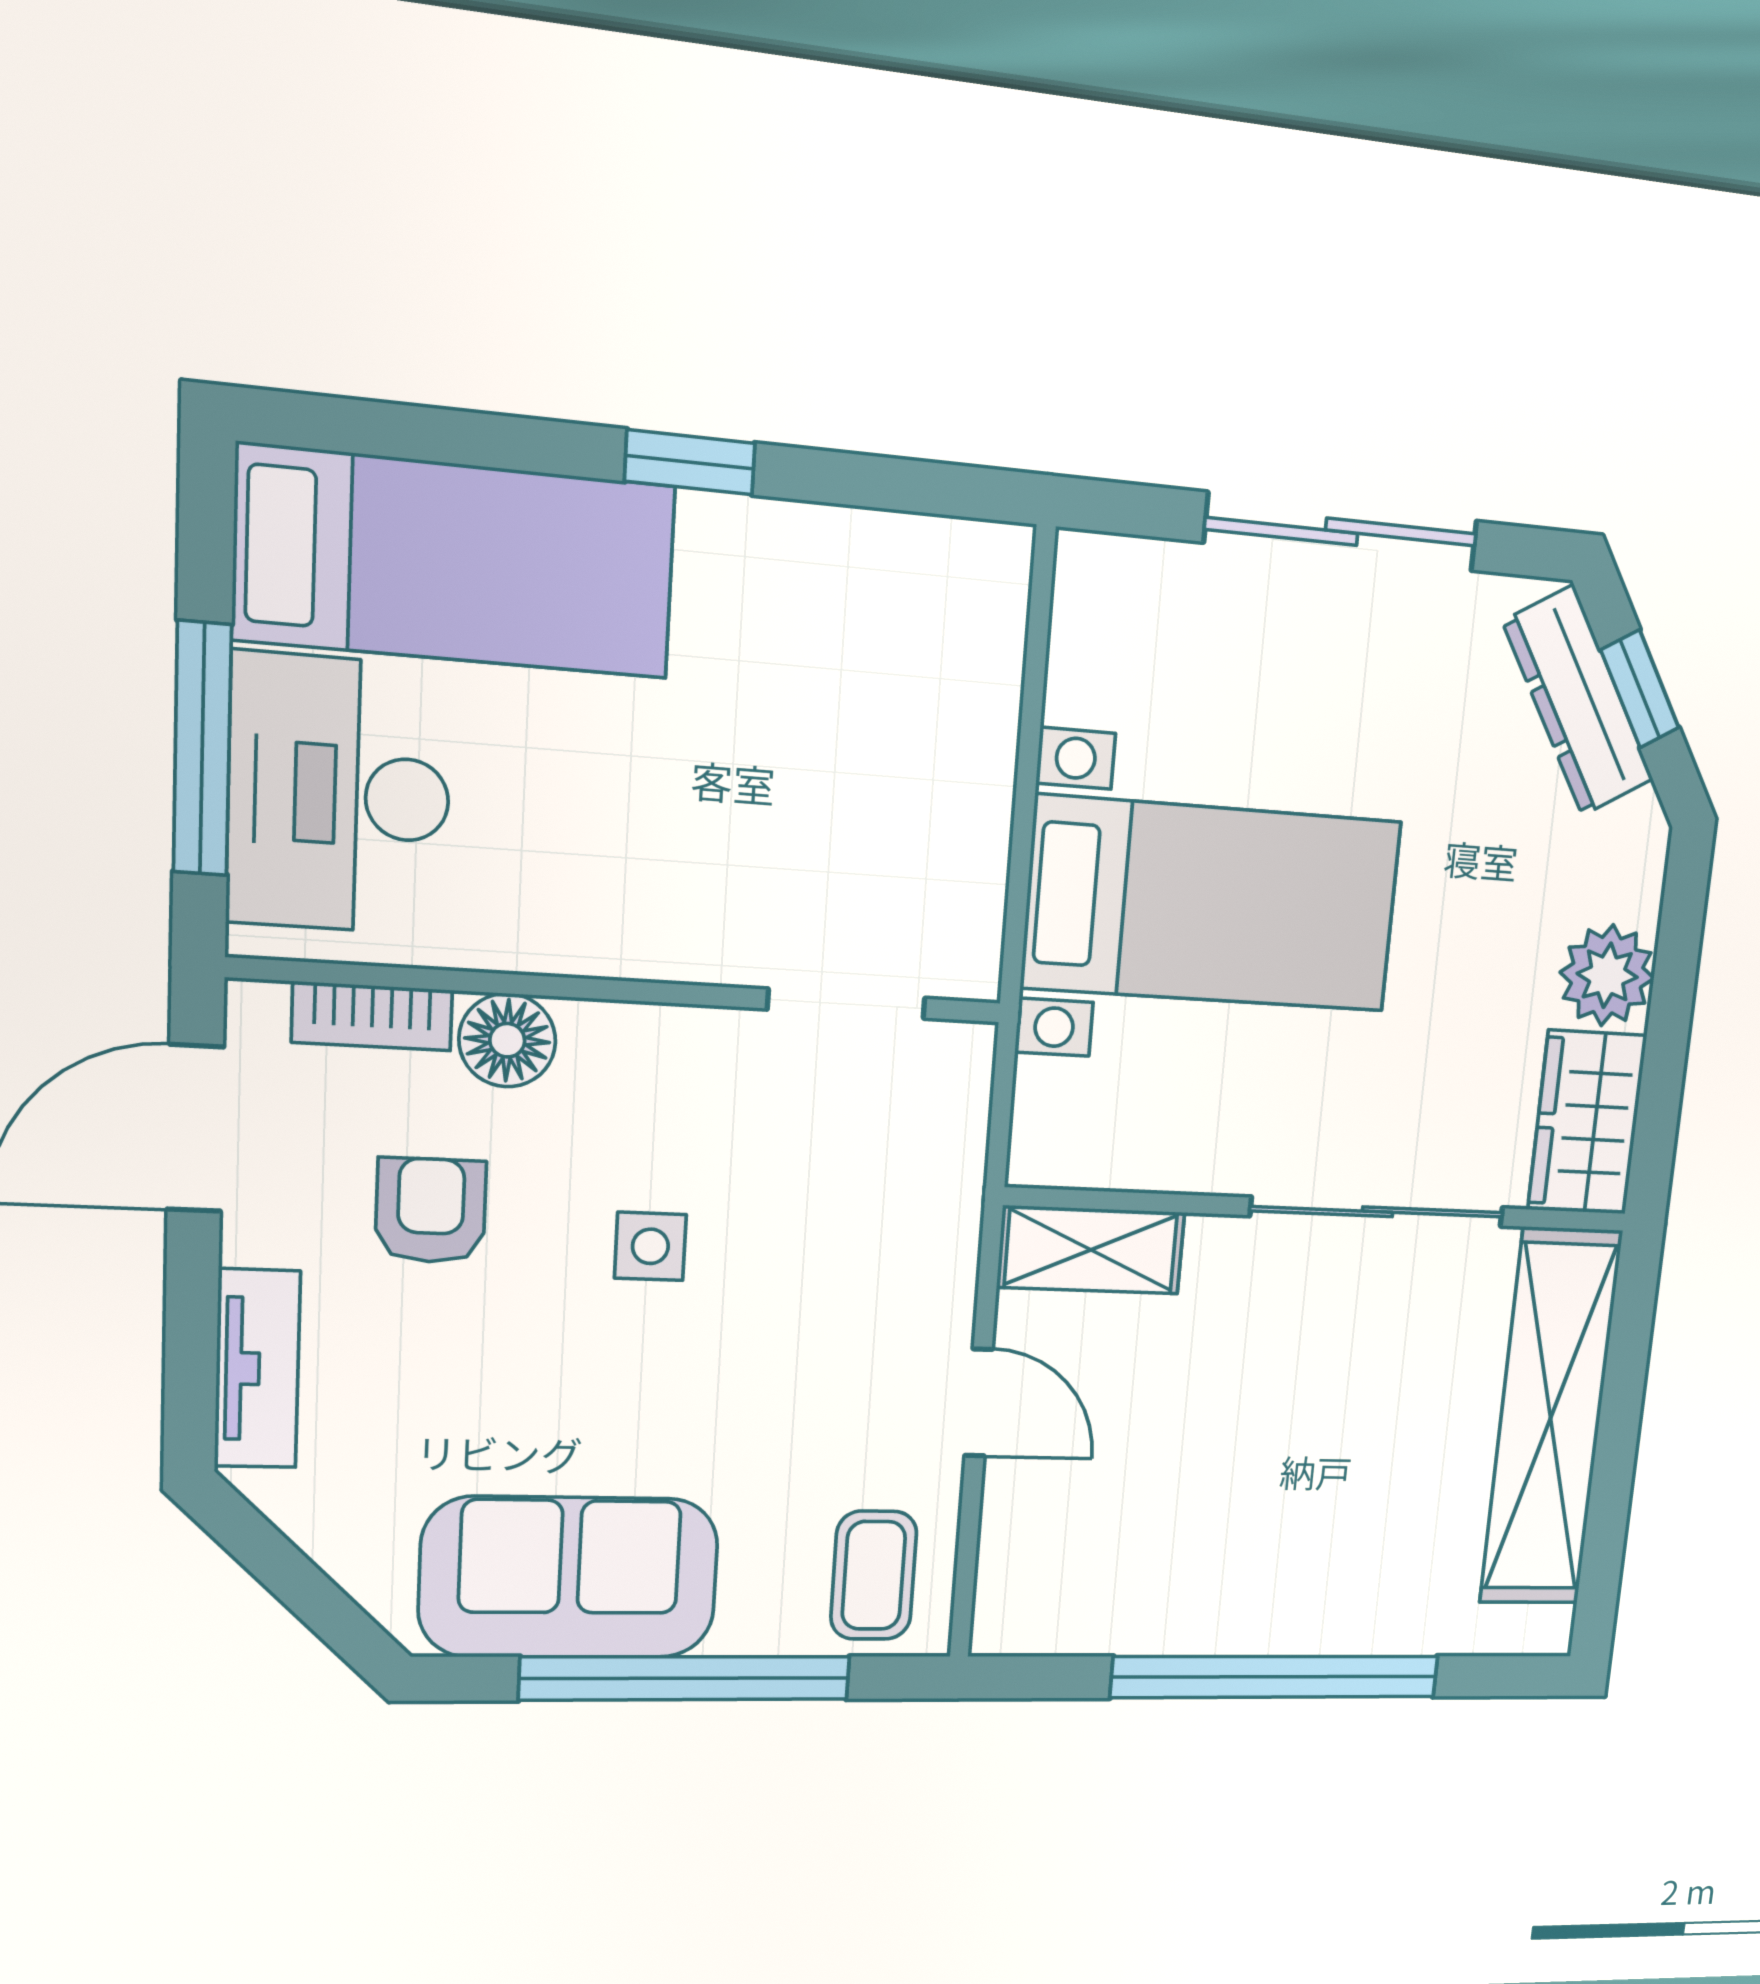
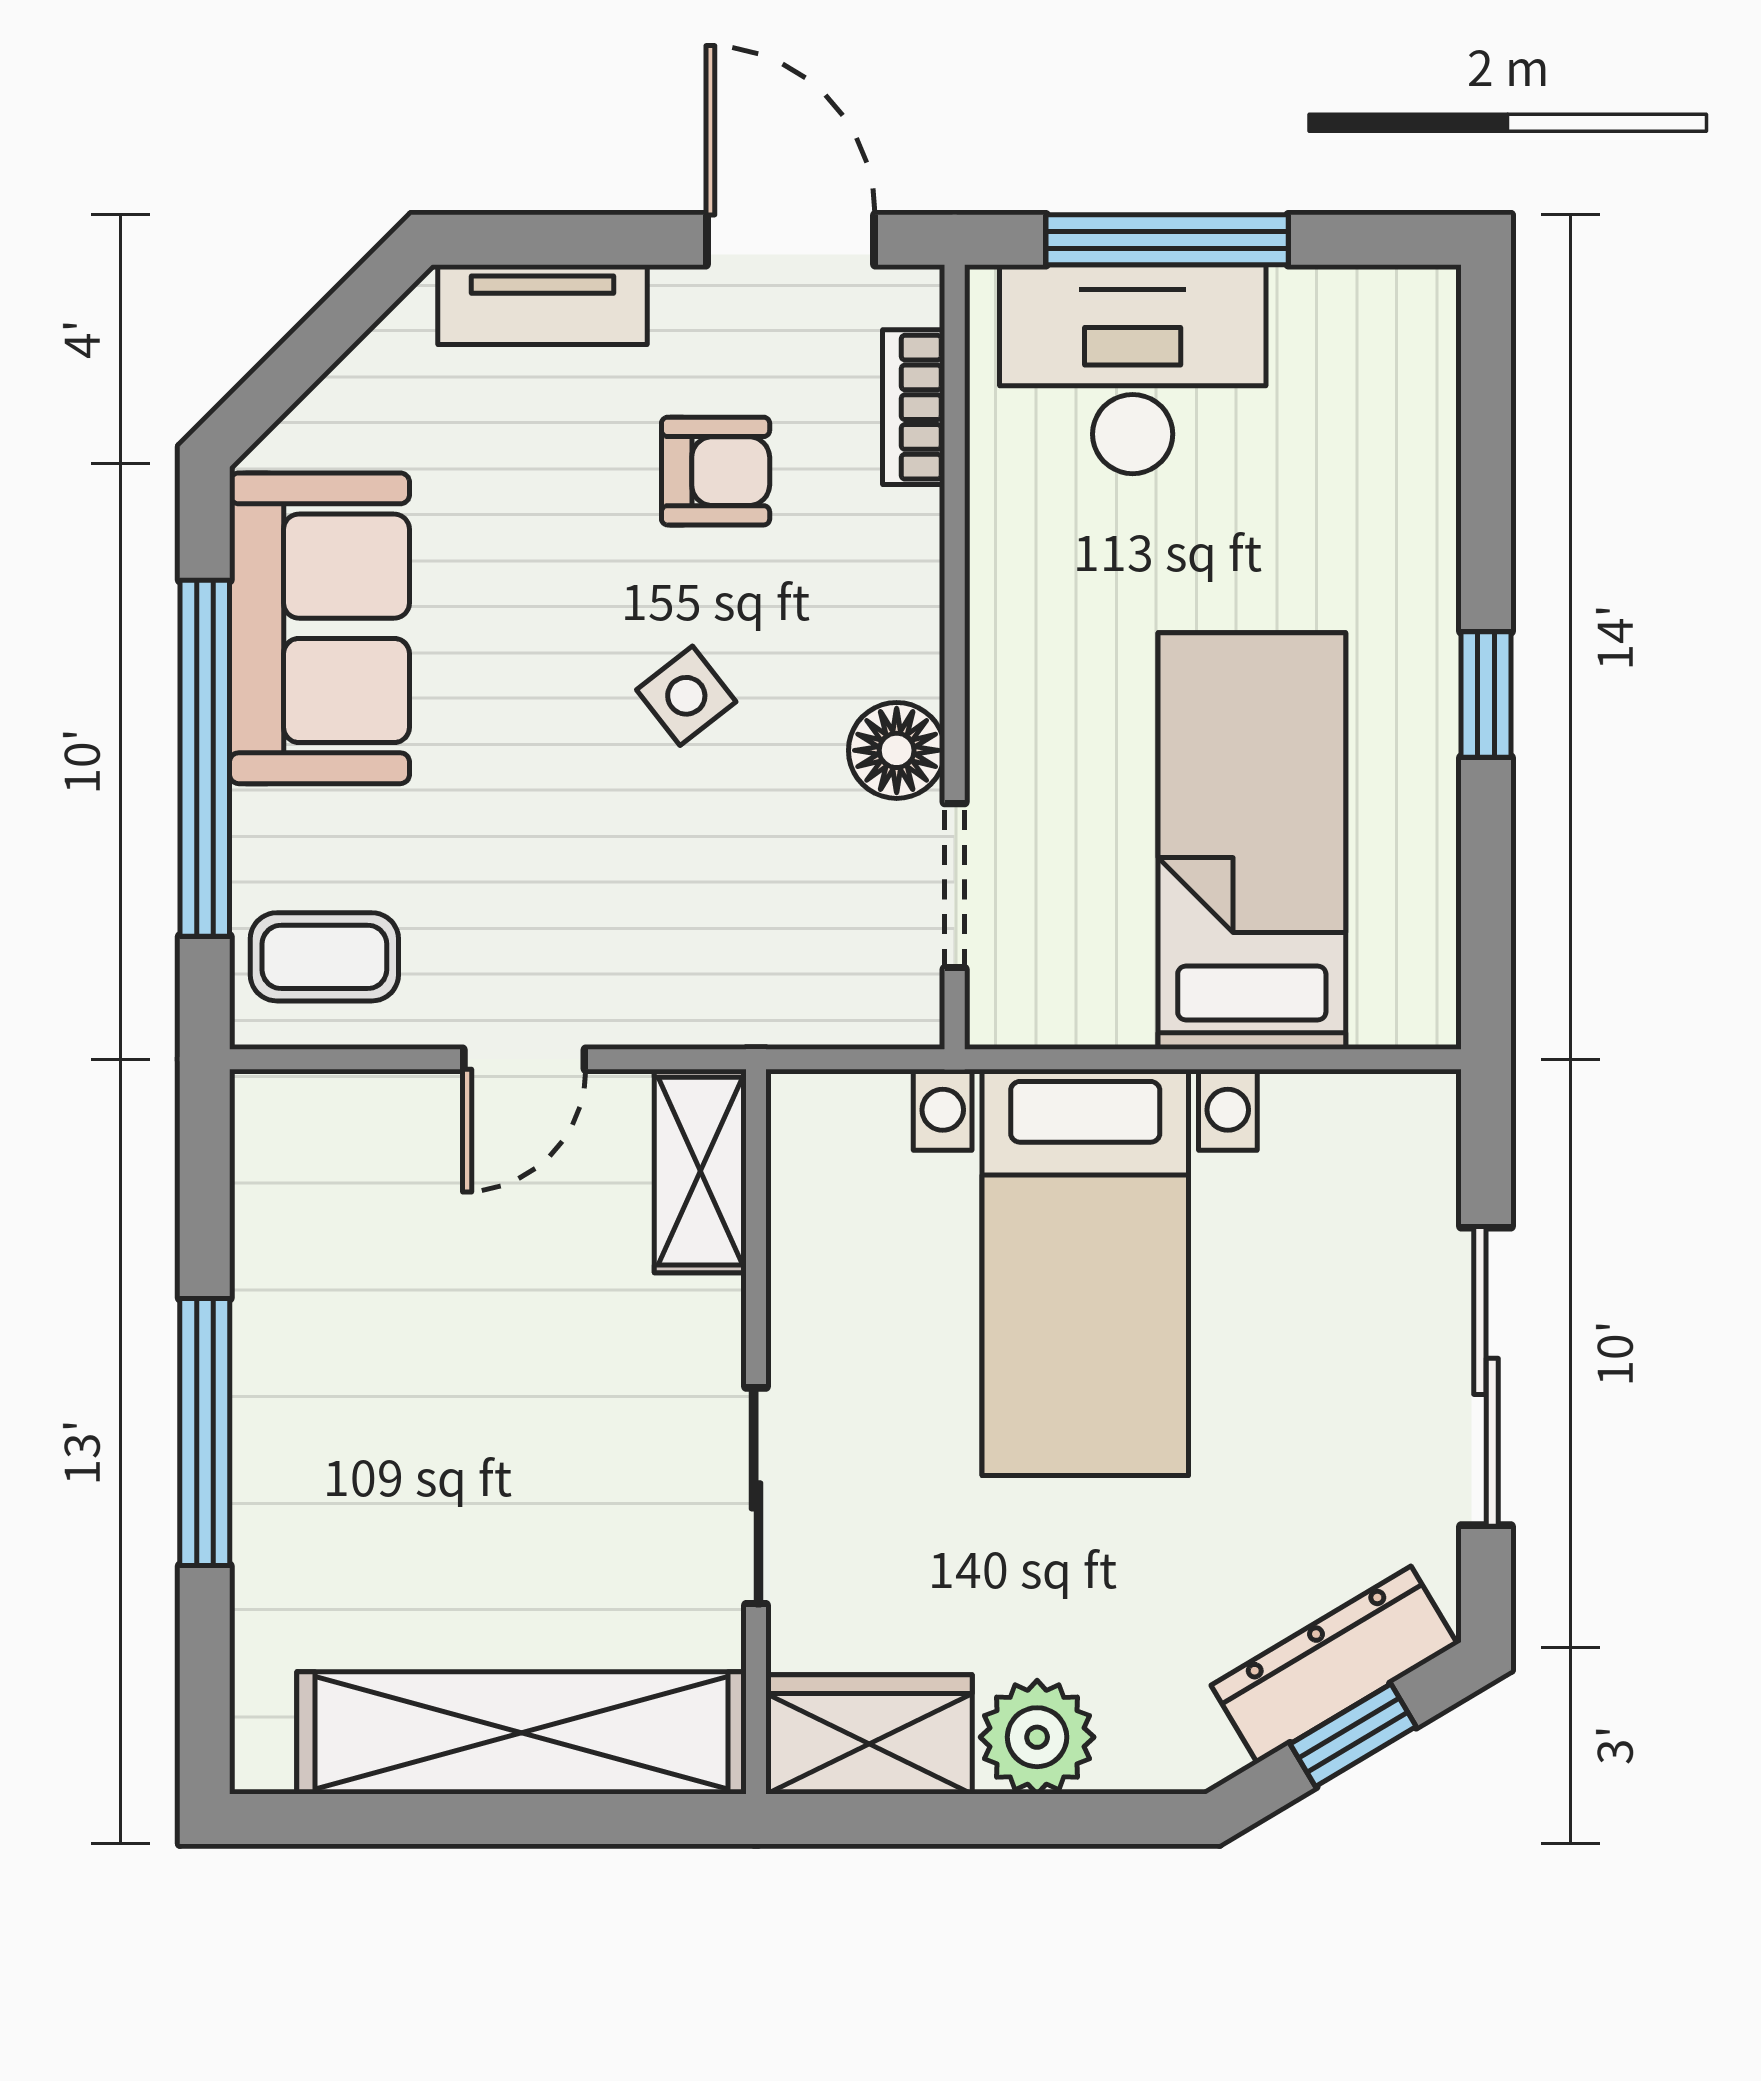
bed: (456, 562) -> (1252, 841), moved, turned 180
floor lamp: (507, 1040) -> (897, 750), moved
sliding door: (1378, 1212) -> (756, 1496), width x0.73
side table: (650, 1246) -> (686, 696), turned -38
window: (1276, 1677) -> (205, 1432), width x0.68

